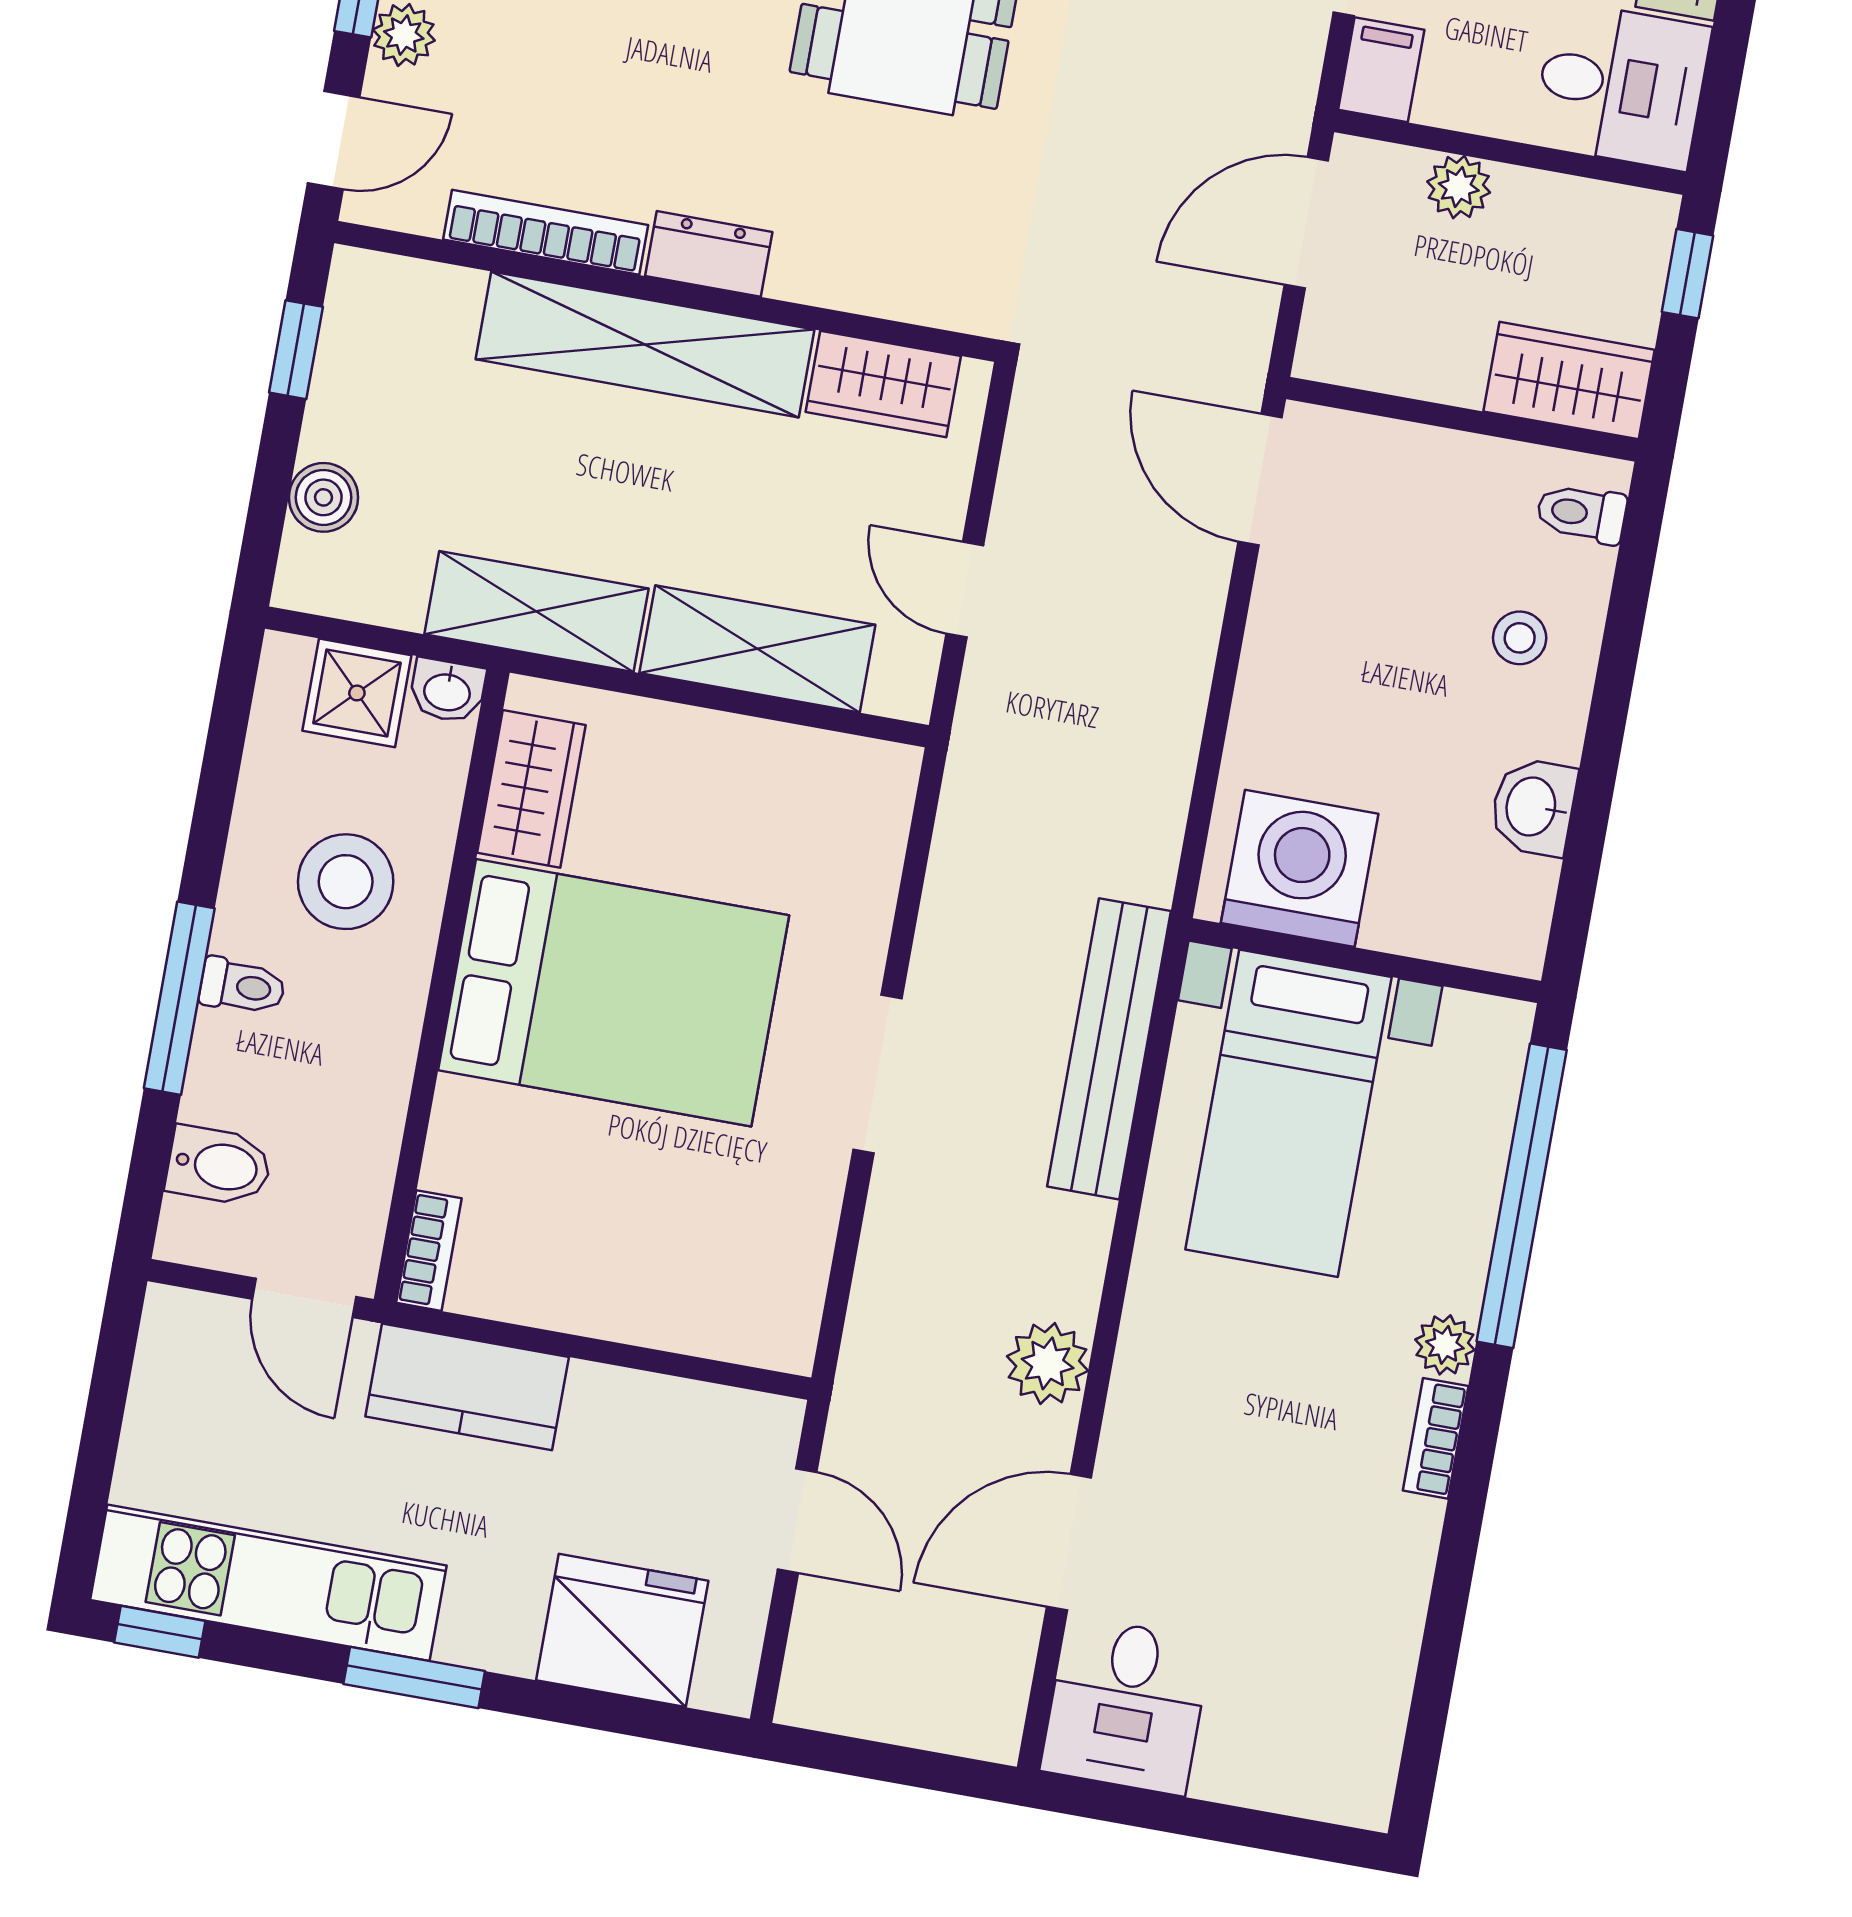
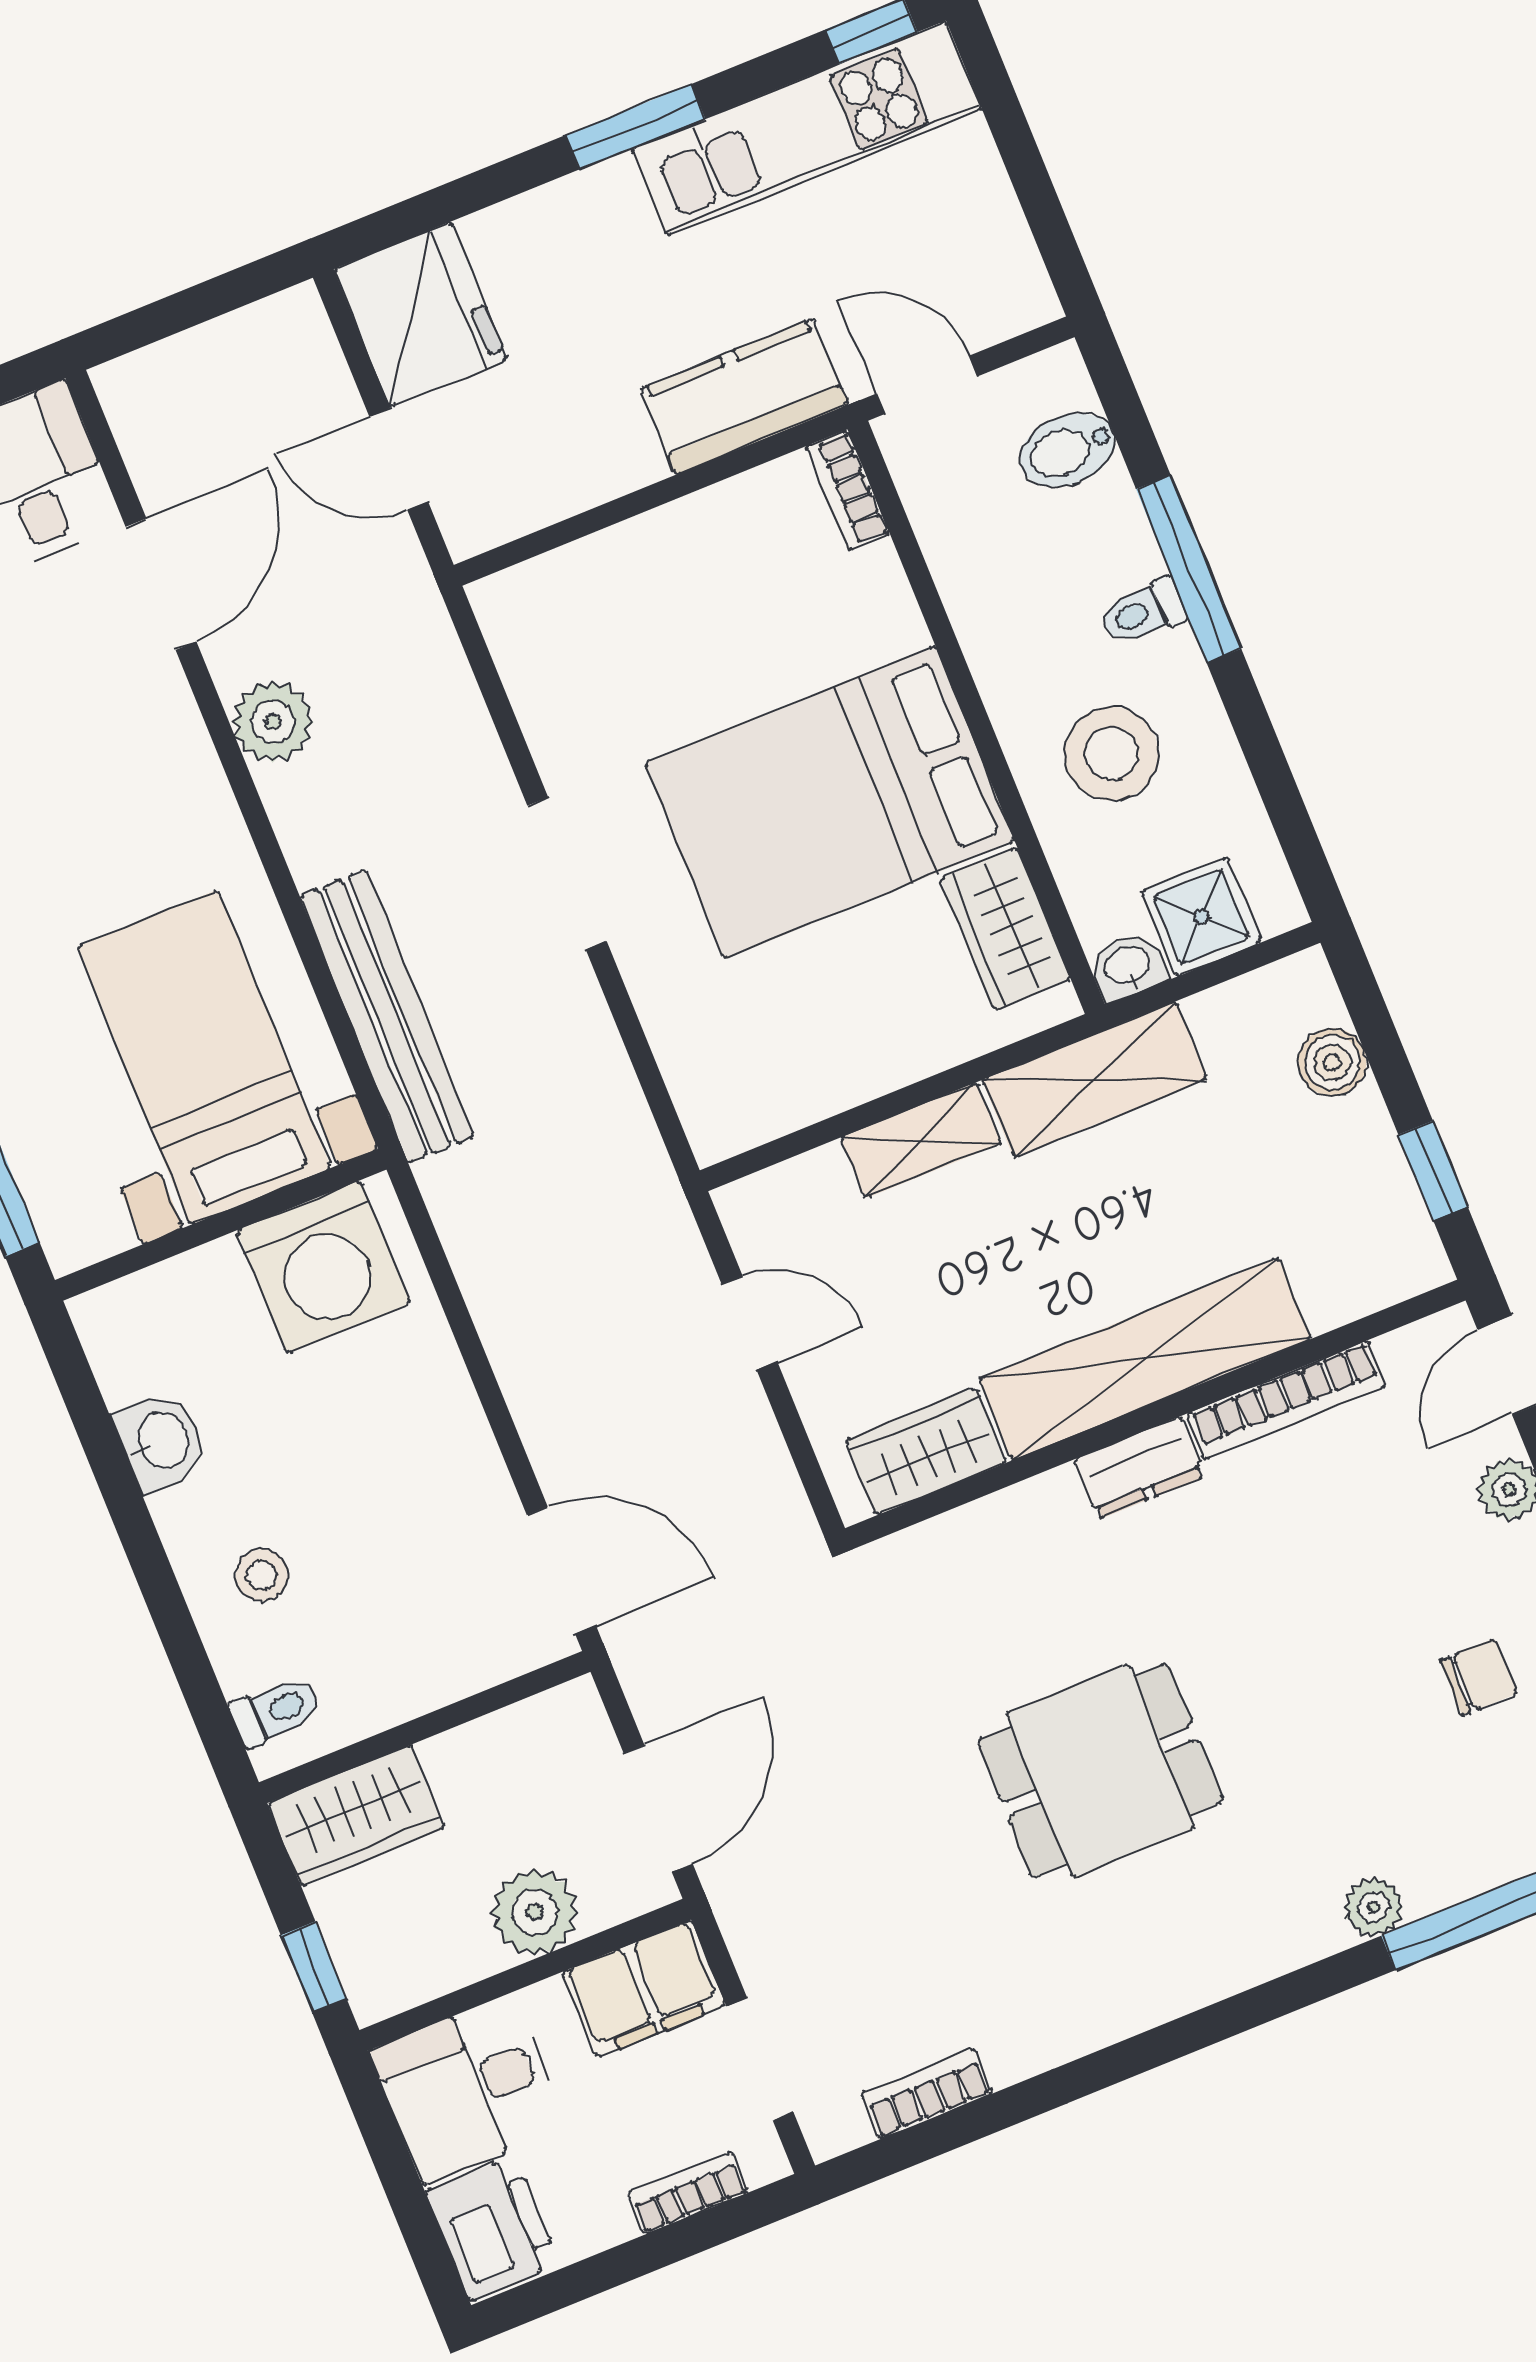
filing cabinet: (1381, 70) -> (644, 1989), width x2.00
plant: (1459, 187) -> (535, 1912), width x1.38, depth x1.38
shelving: (757, 649) -> (921, 1140), width x0.67, depth x0.75
fridge: (622, 1630) -> (421, 315), moved, turned -90

